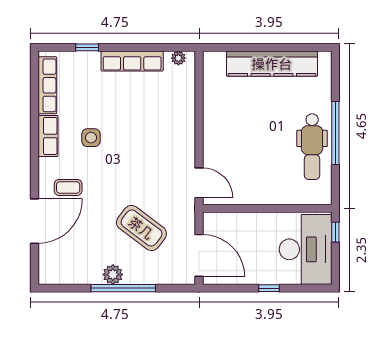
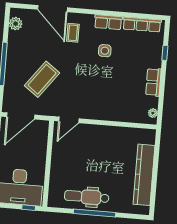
row of seats: (132, 61) -> (153, 82), width x0.68
plant: (113, 275) -> (16, 24), moved

